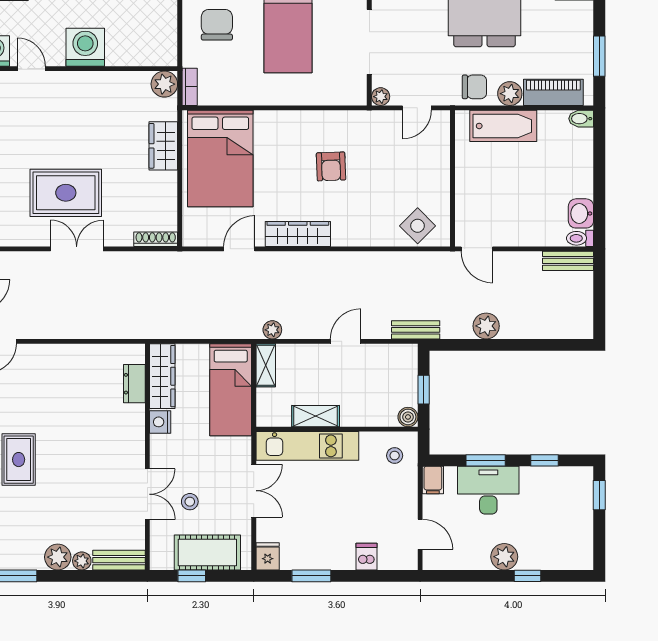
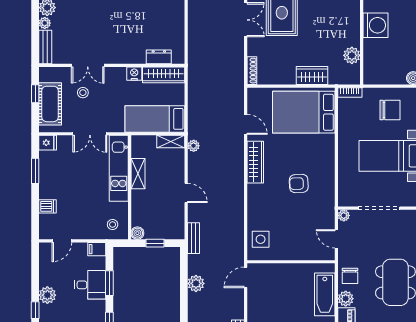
plant: (164, 84) -> (352, 55), moved
side table: (418, 226) -> (261, 239), turned 45
desk: (488, 490) -> (90, 285), width x0.73

